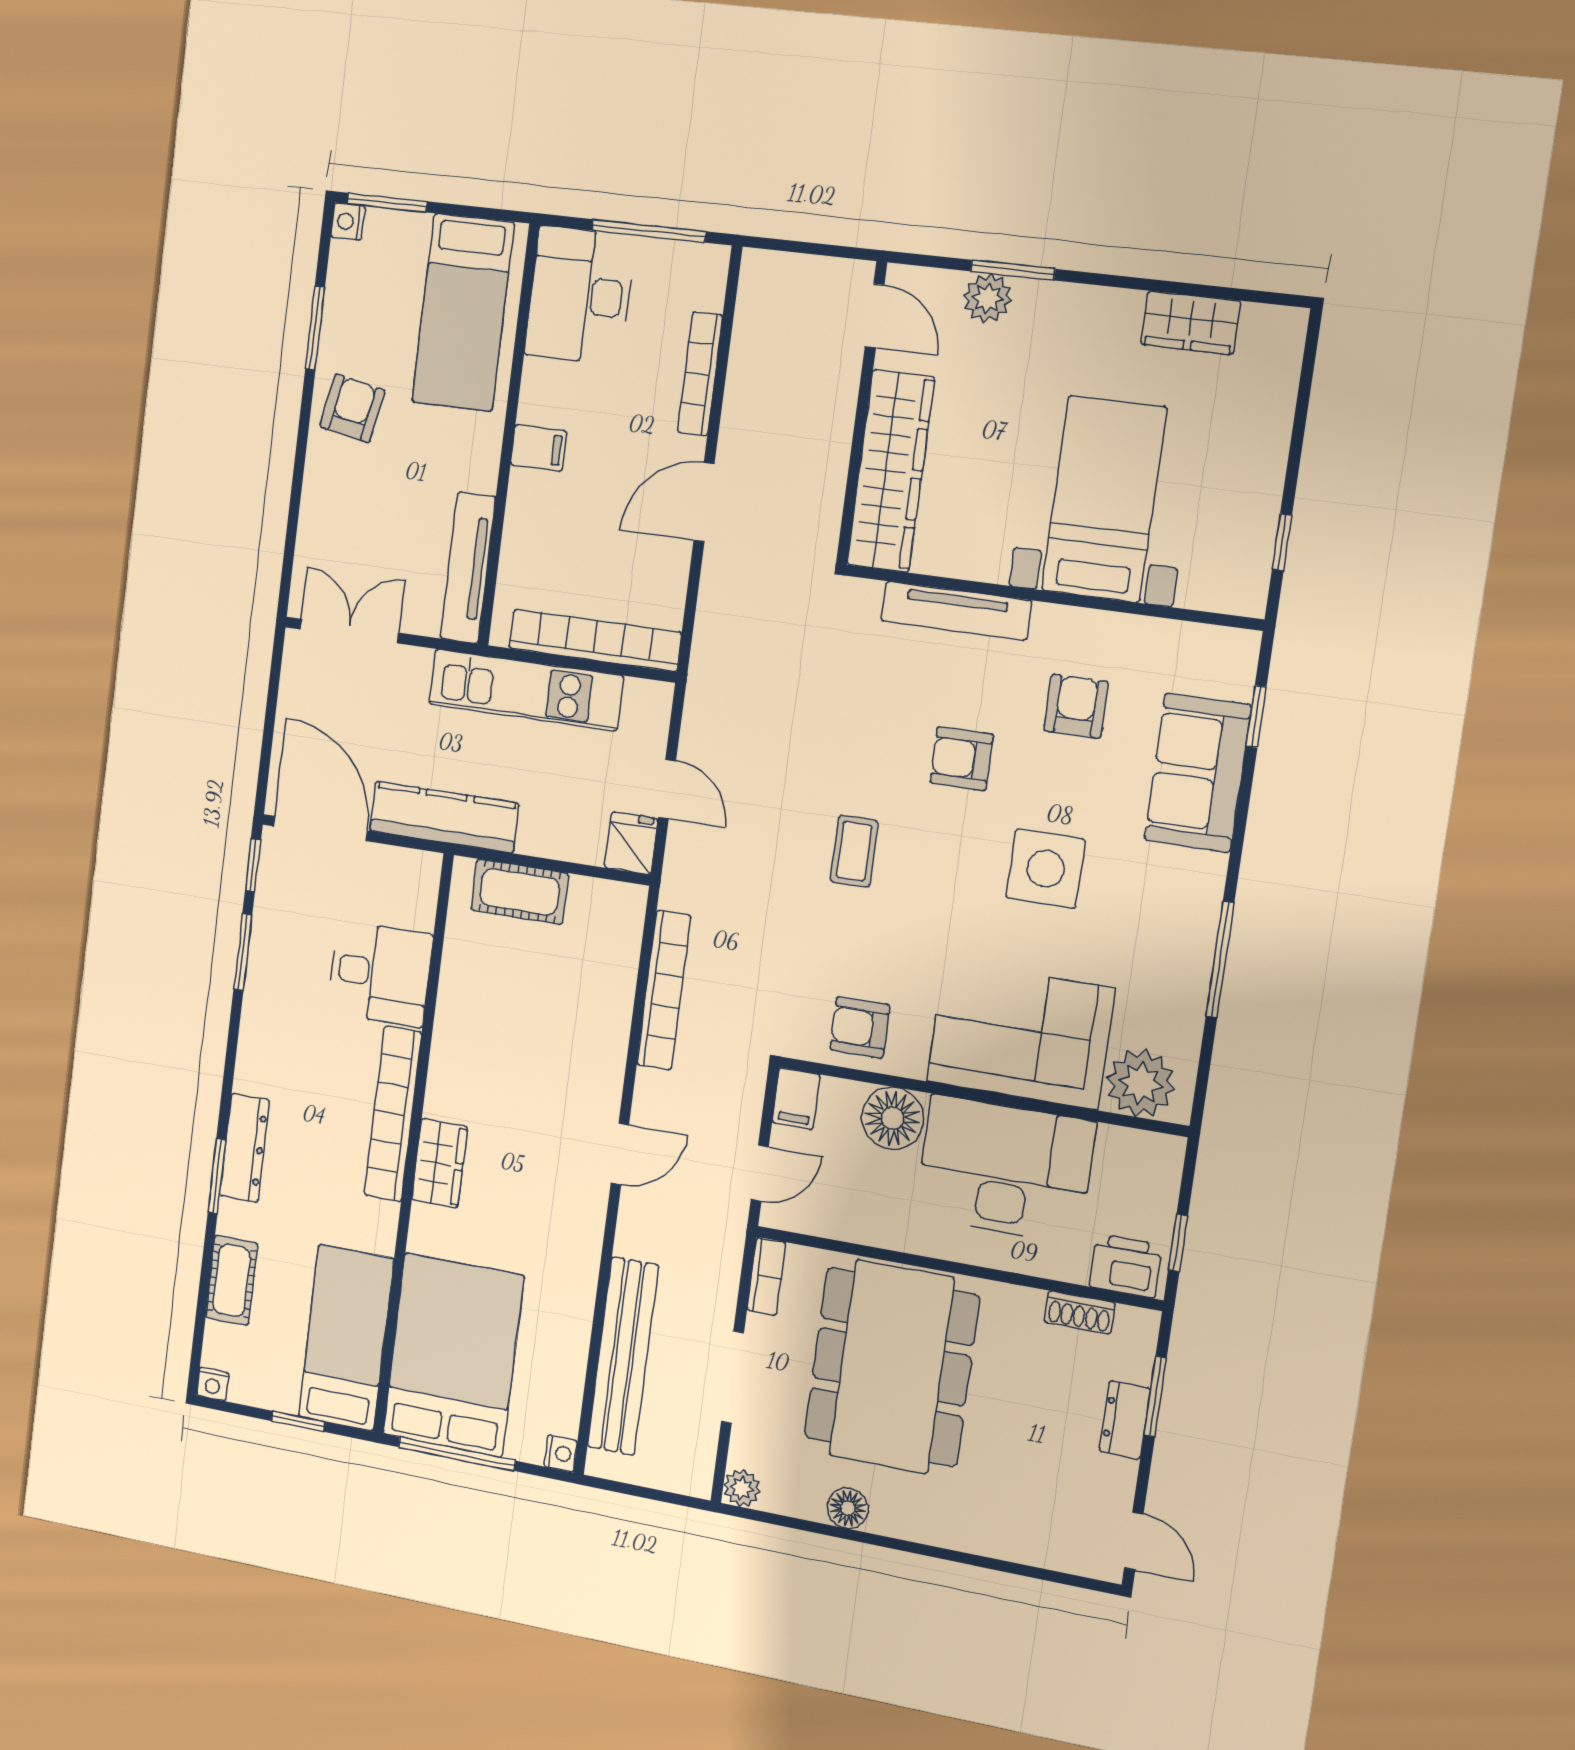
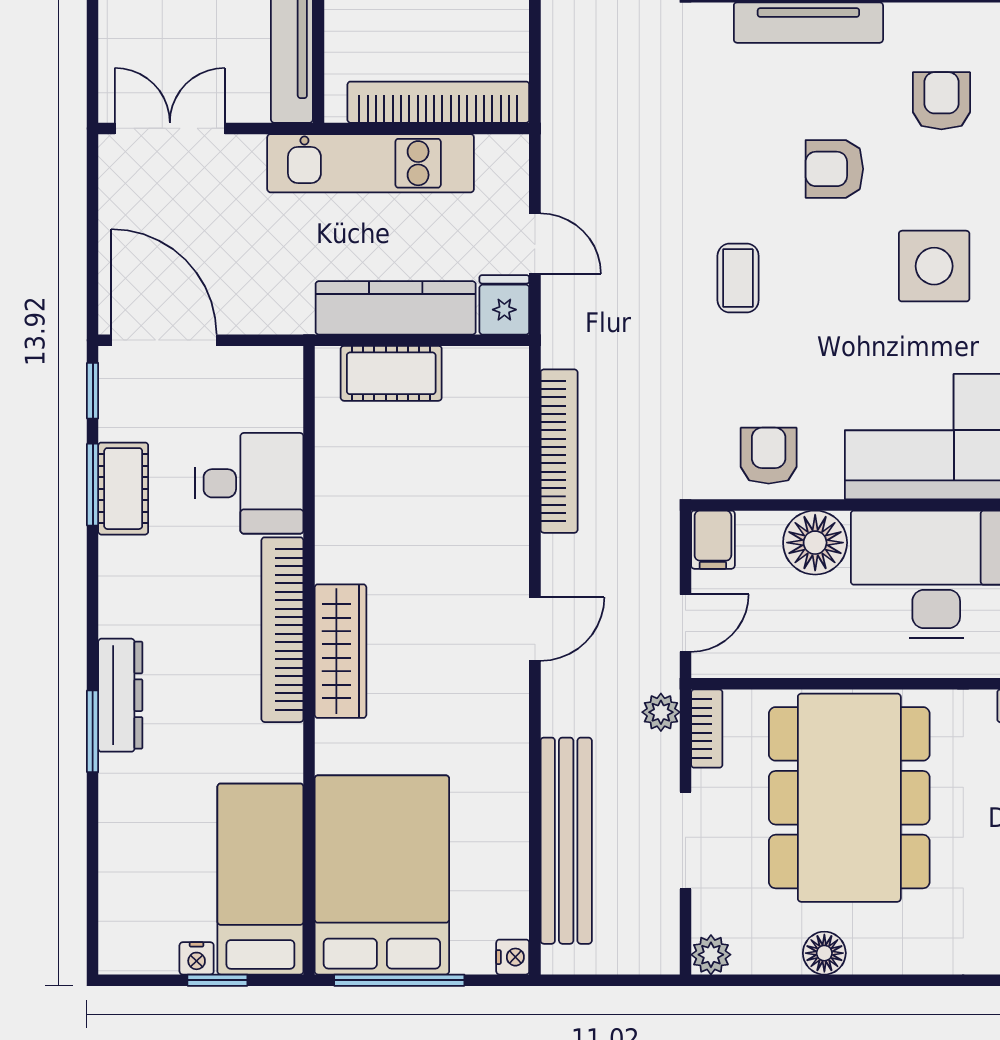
kitchen counter: (444, 817) -> (396, 308), moved
armchair: (860, 1027) -> (769, 456), turned 90
wardrobe: (439, 1163) -> (340, 651), width x1.50
plant: (726, 1253) -> (661, 712), added
cot: (232, 1280) -> (123, 489), moved
nightstand: (213, 1384) -> (197, 958), moved

